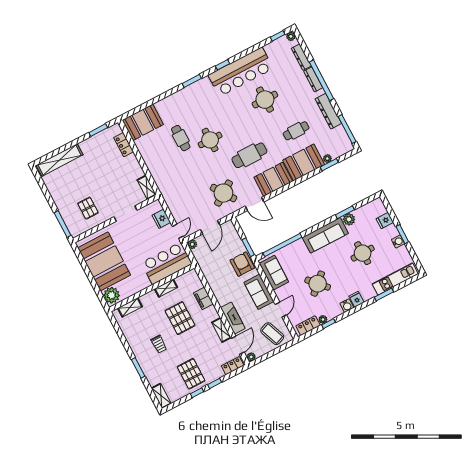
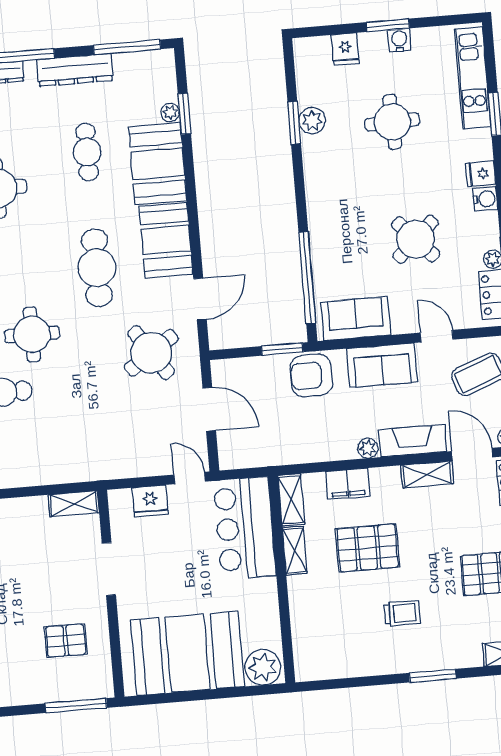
sofa: (325, 235) -> (324, 182), removed
plant: (192, 244) -> (368, 448), moved
shelving: (130, 307) -> (291, 500), moved

